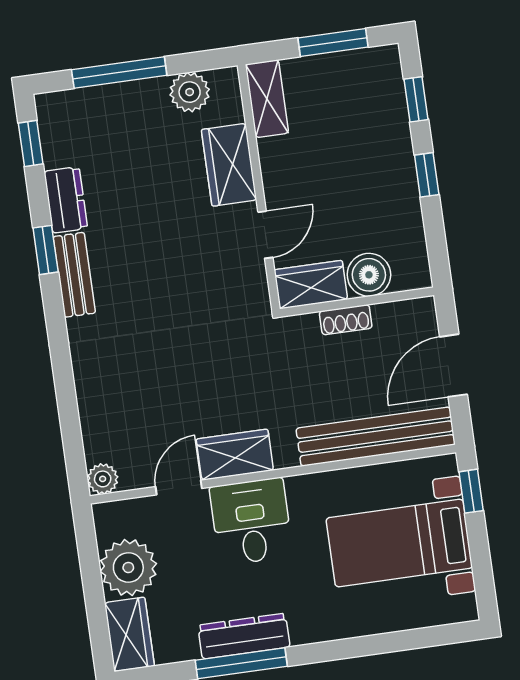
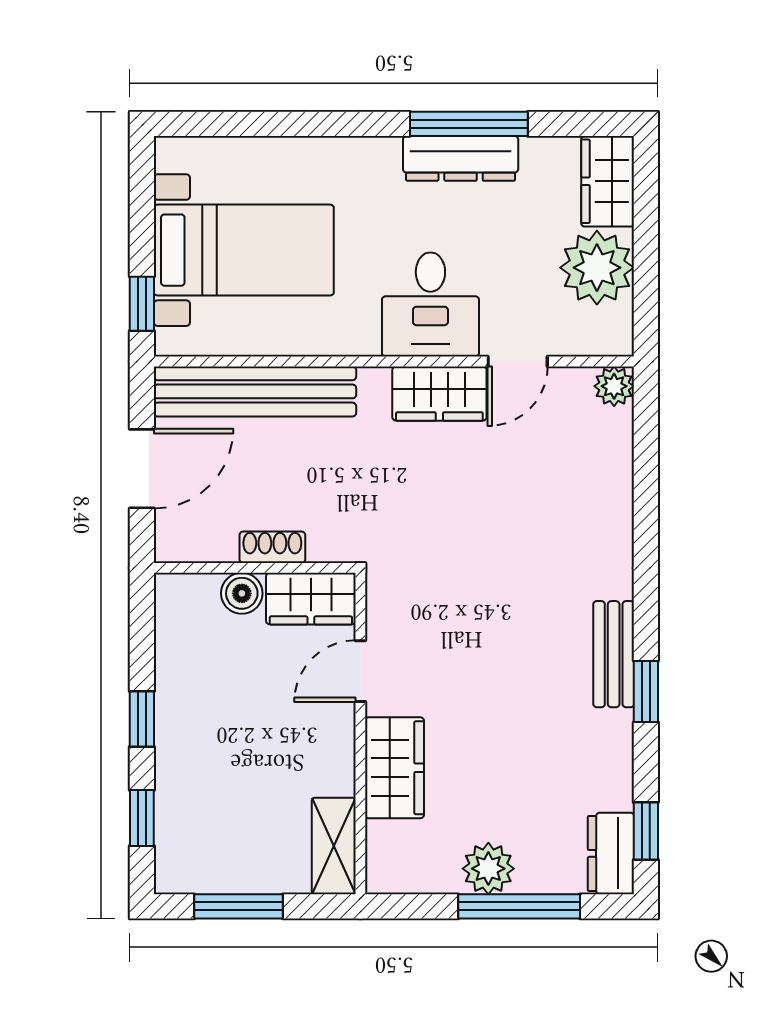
plant: (190, 92) -> (488, 869), moved
dresser: (66, 200) -> (611, 853), moved
boiler: (369, 275) -> (242, 593), width x0.73, depth x0.73

